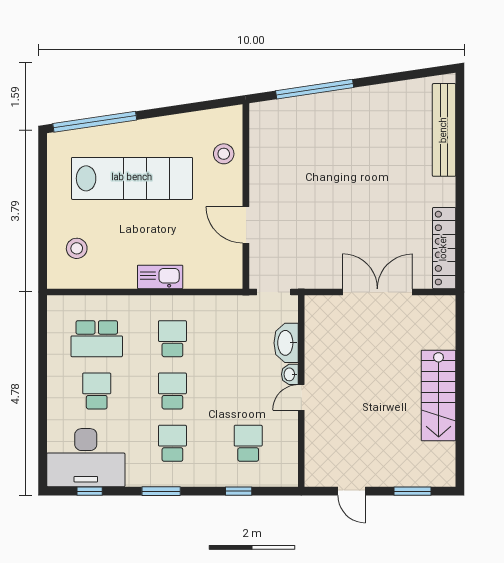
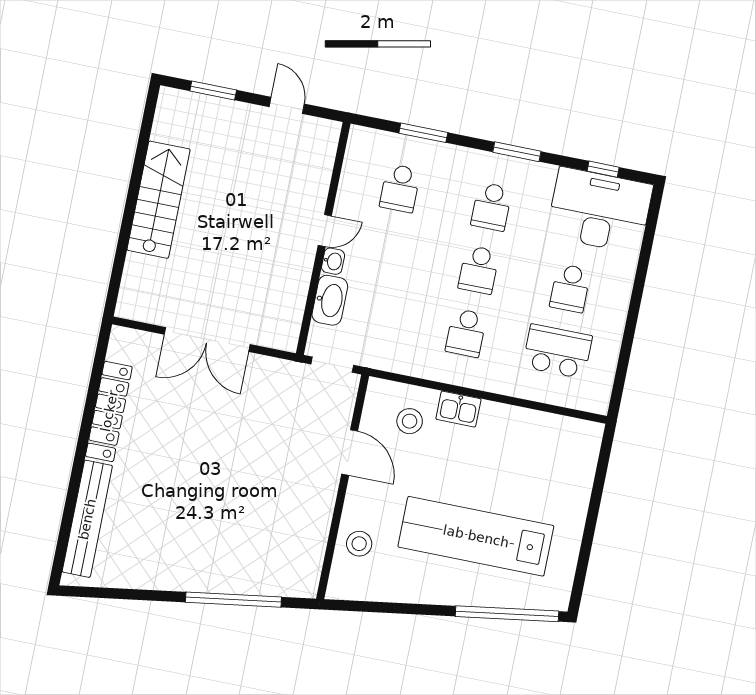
stool: (77, 248) -> (410, 421), moved
locker: (444, 248) -> (109, 411), moved
kitchen sink: (160, 277) -> (458, 409), width x0.73
window: (239, 491) -> (423, 133), width x1.50

